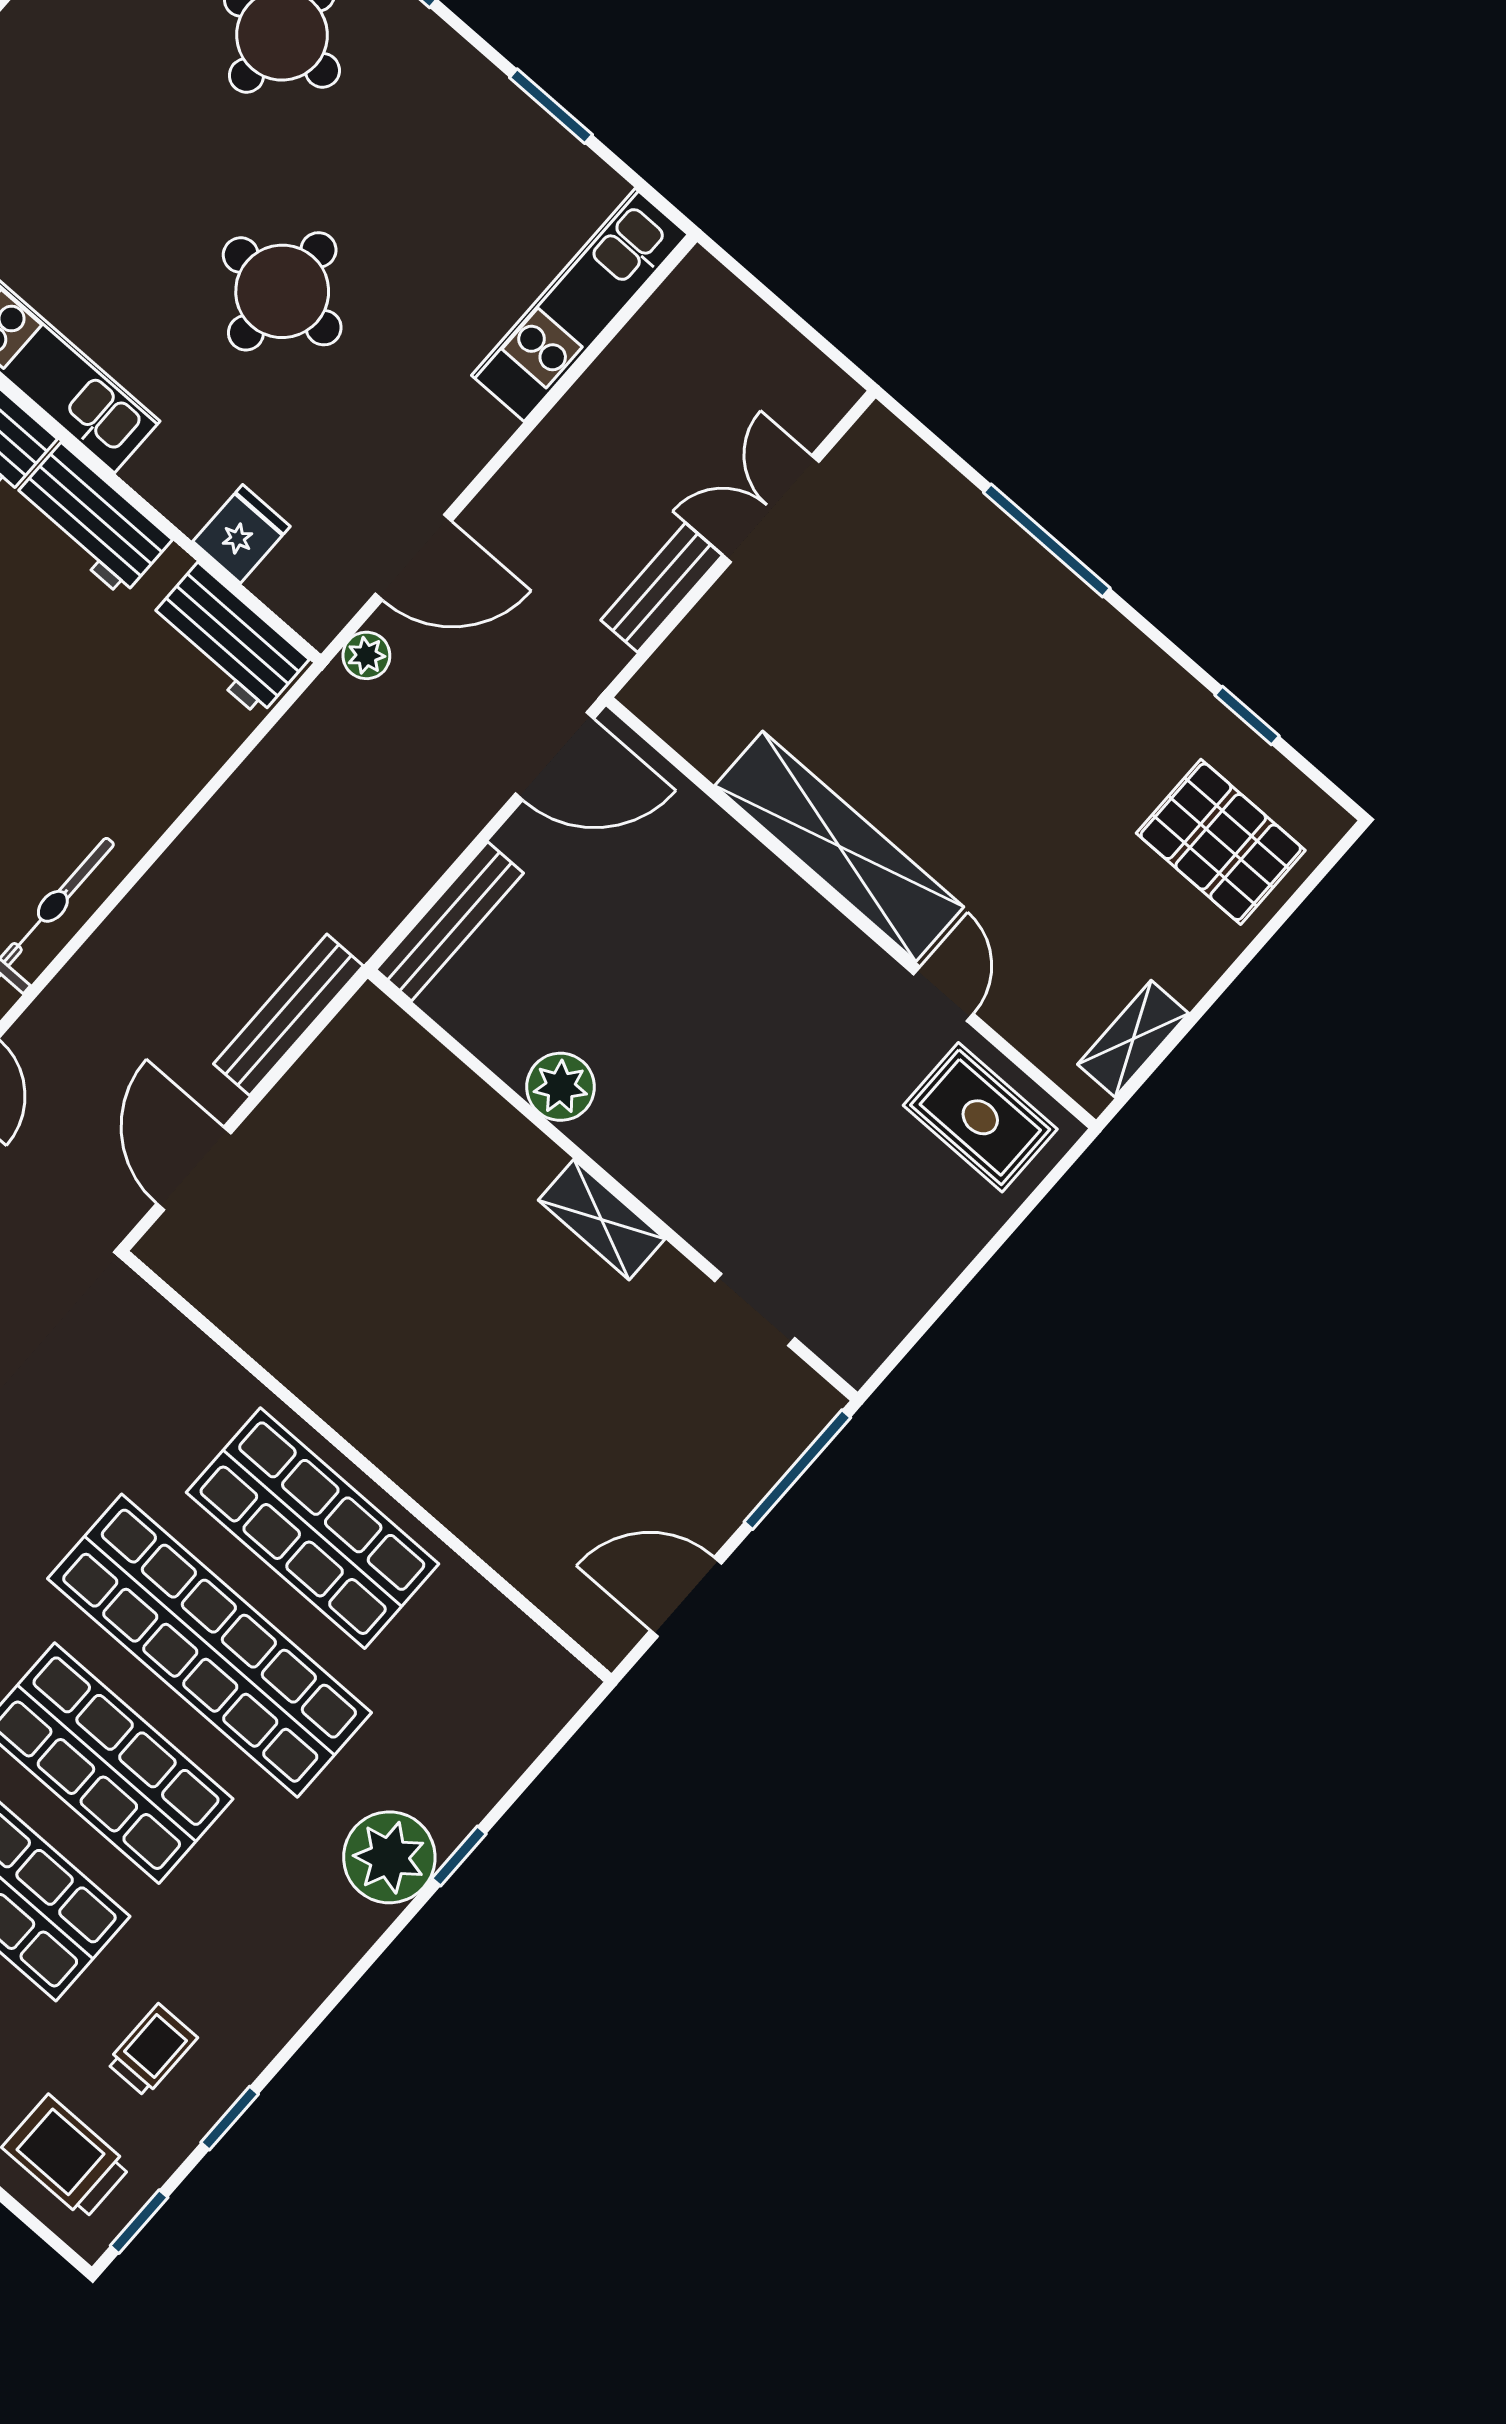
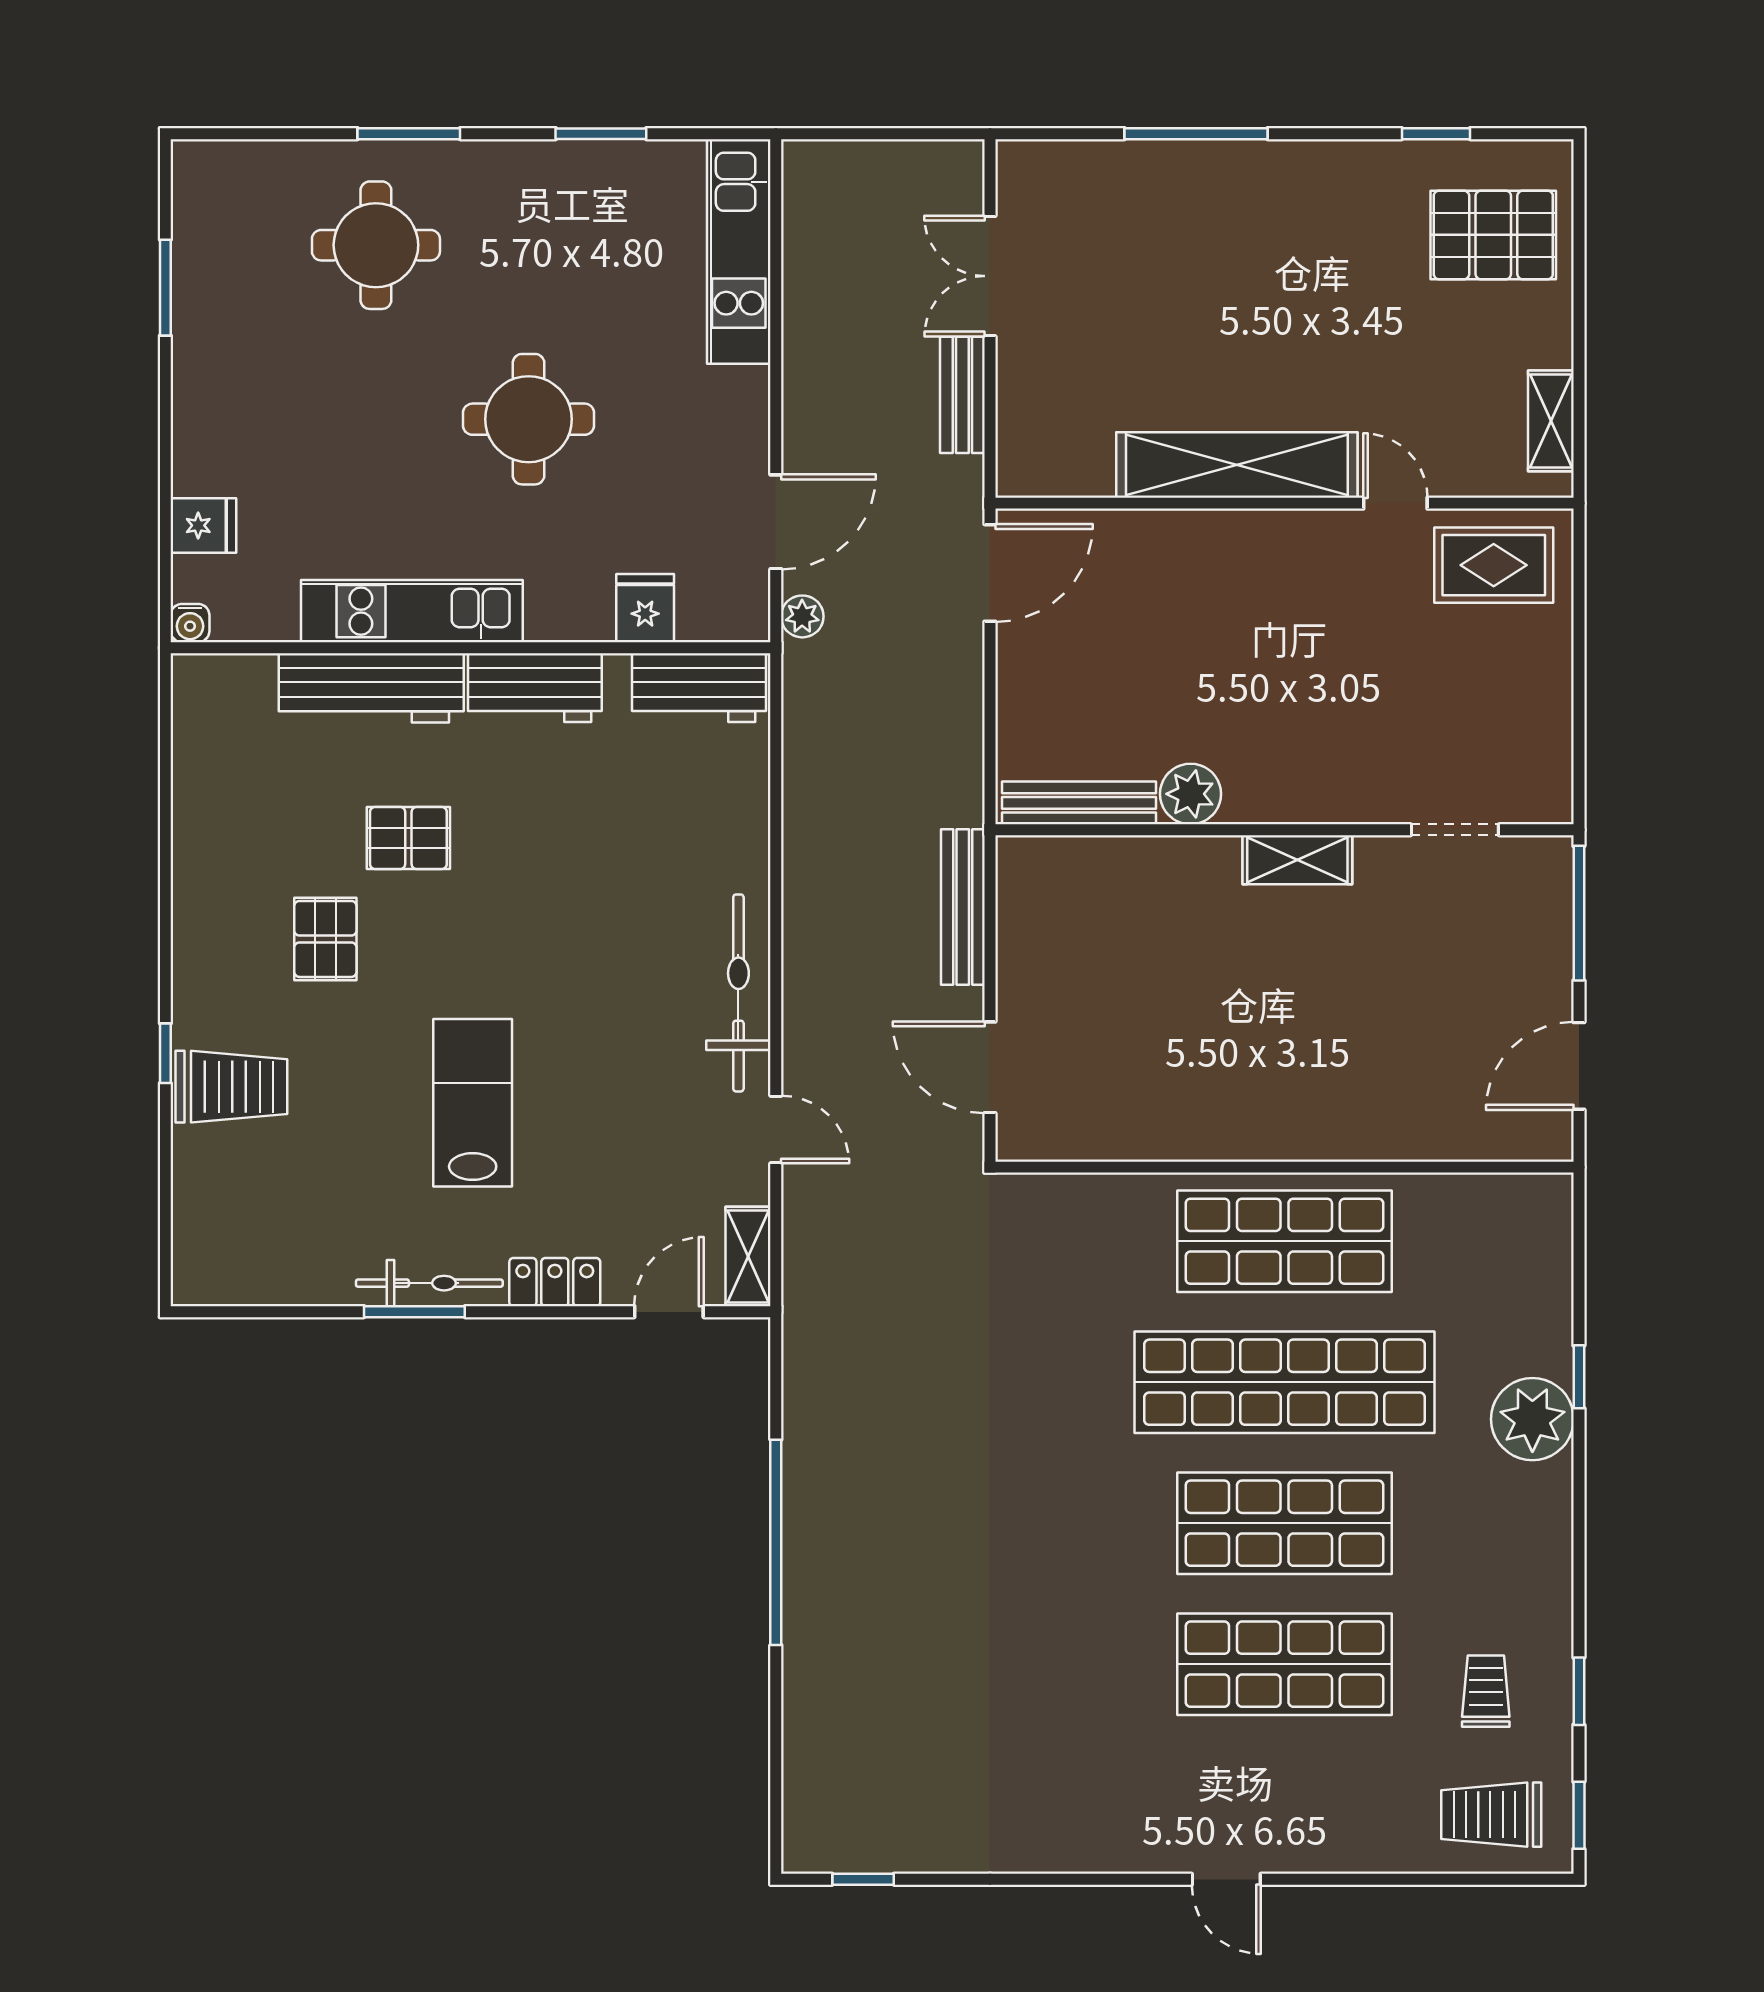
bench: (450, 921) -> (1079, 803), moved, turned 90

